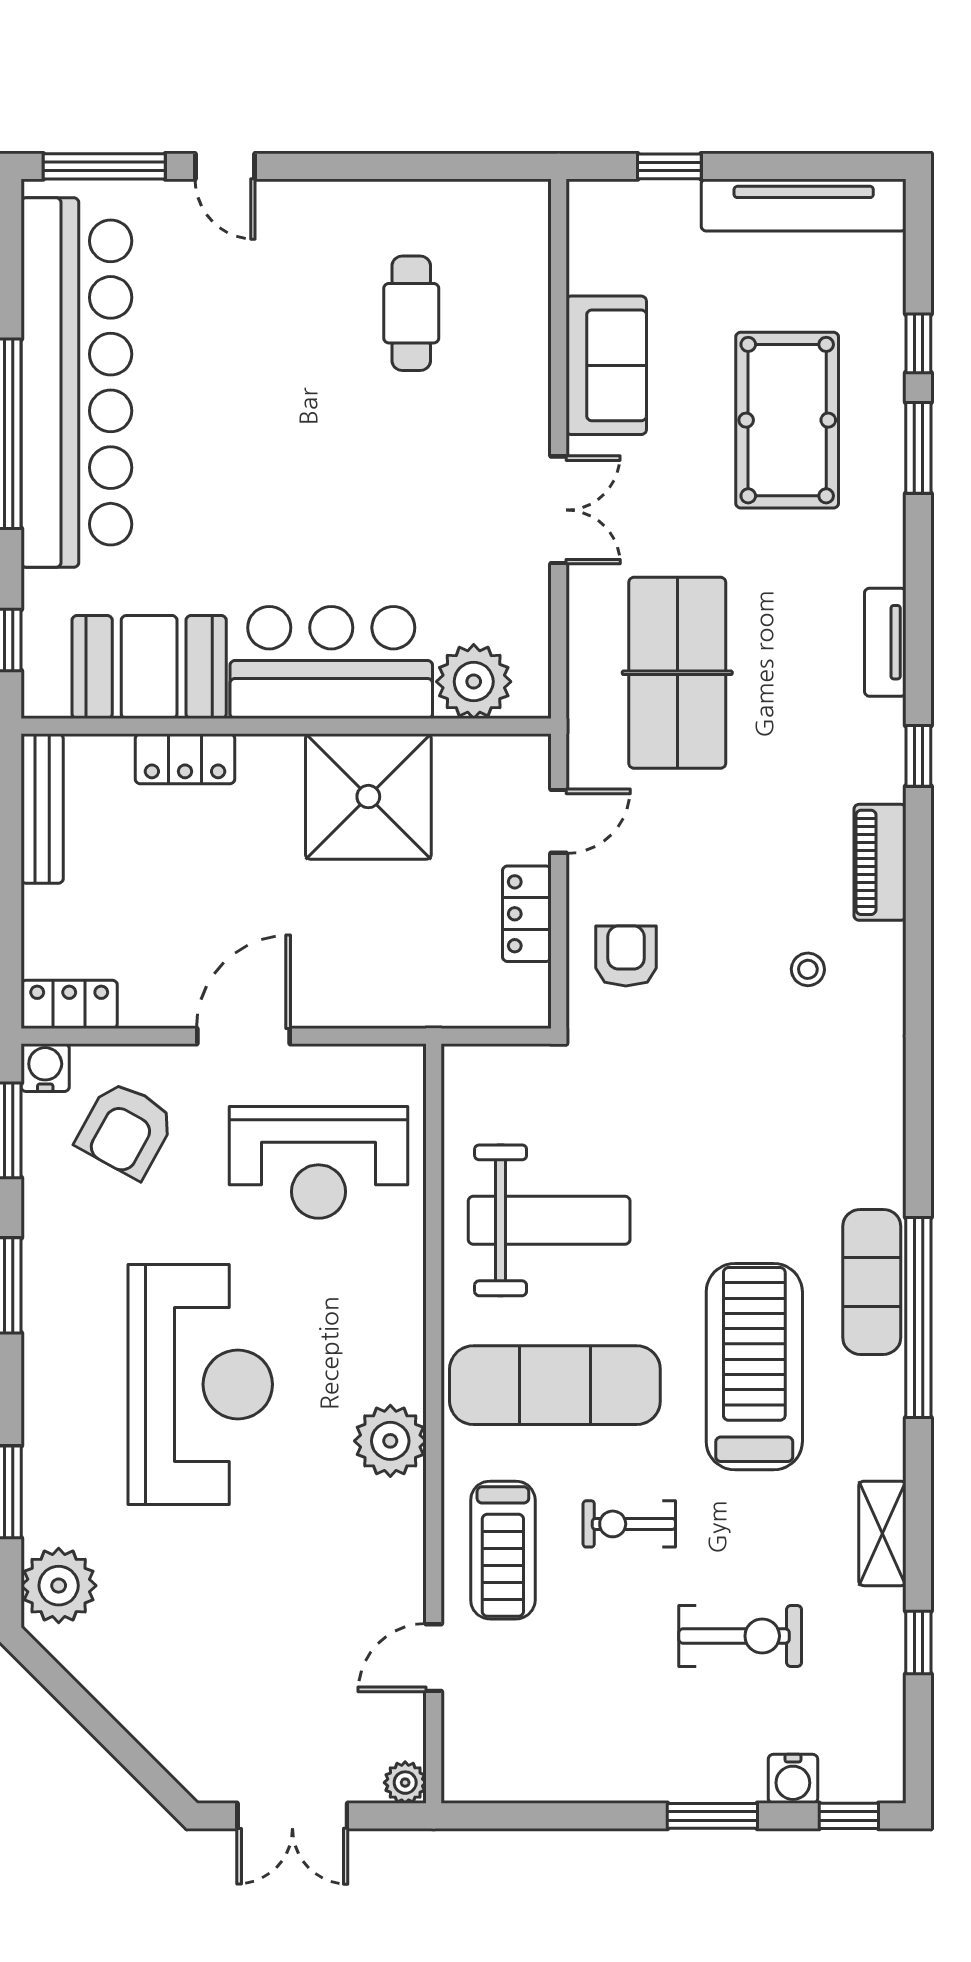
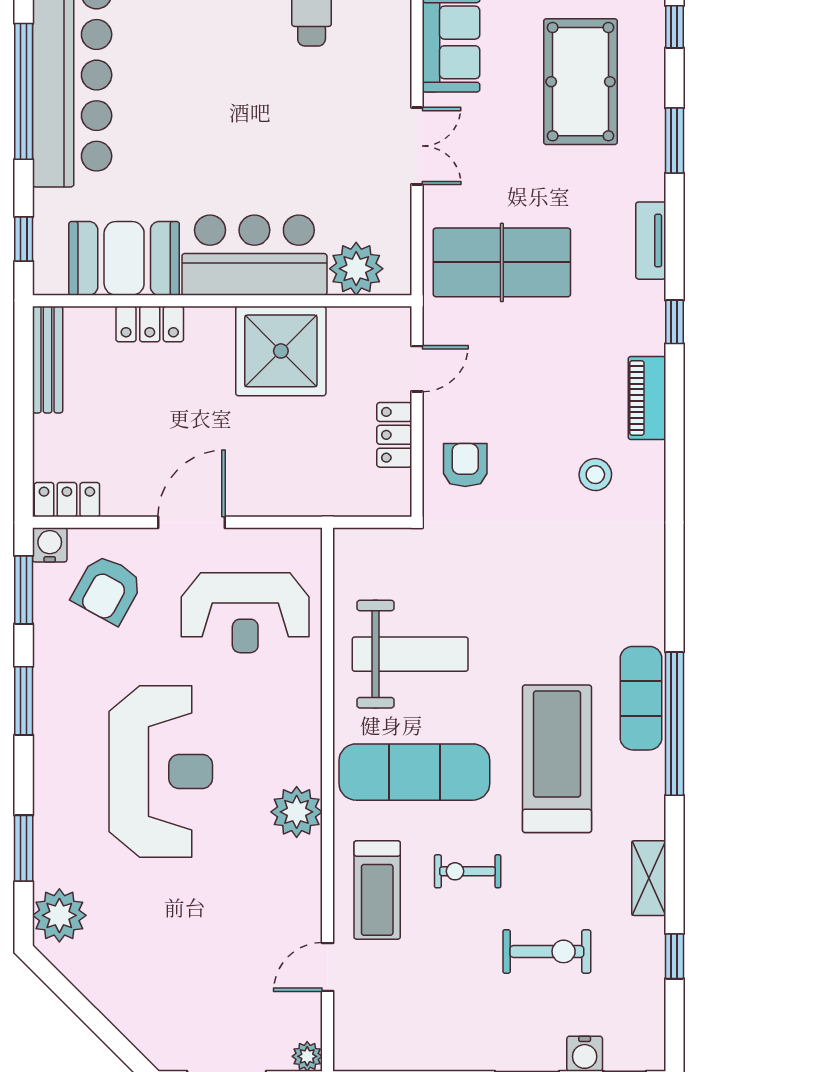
window: (918, 448) -> (674, 141), moved
table tennis table: (677, 673) -> (502, 262), turned 90
stool: (808, 969) -> (595, 475), width x1.37, depth x1.37

